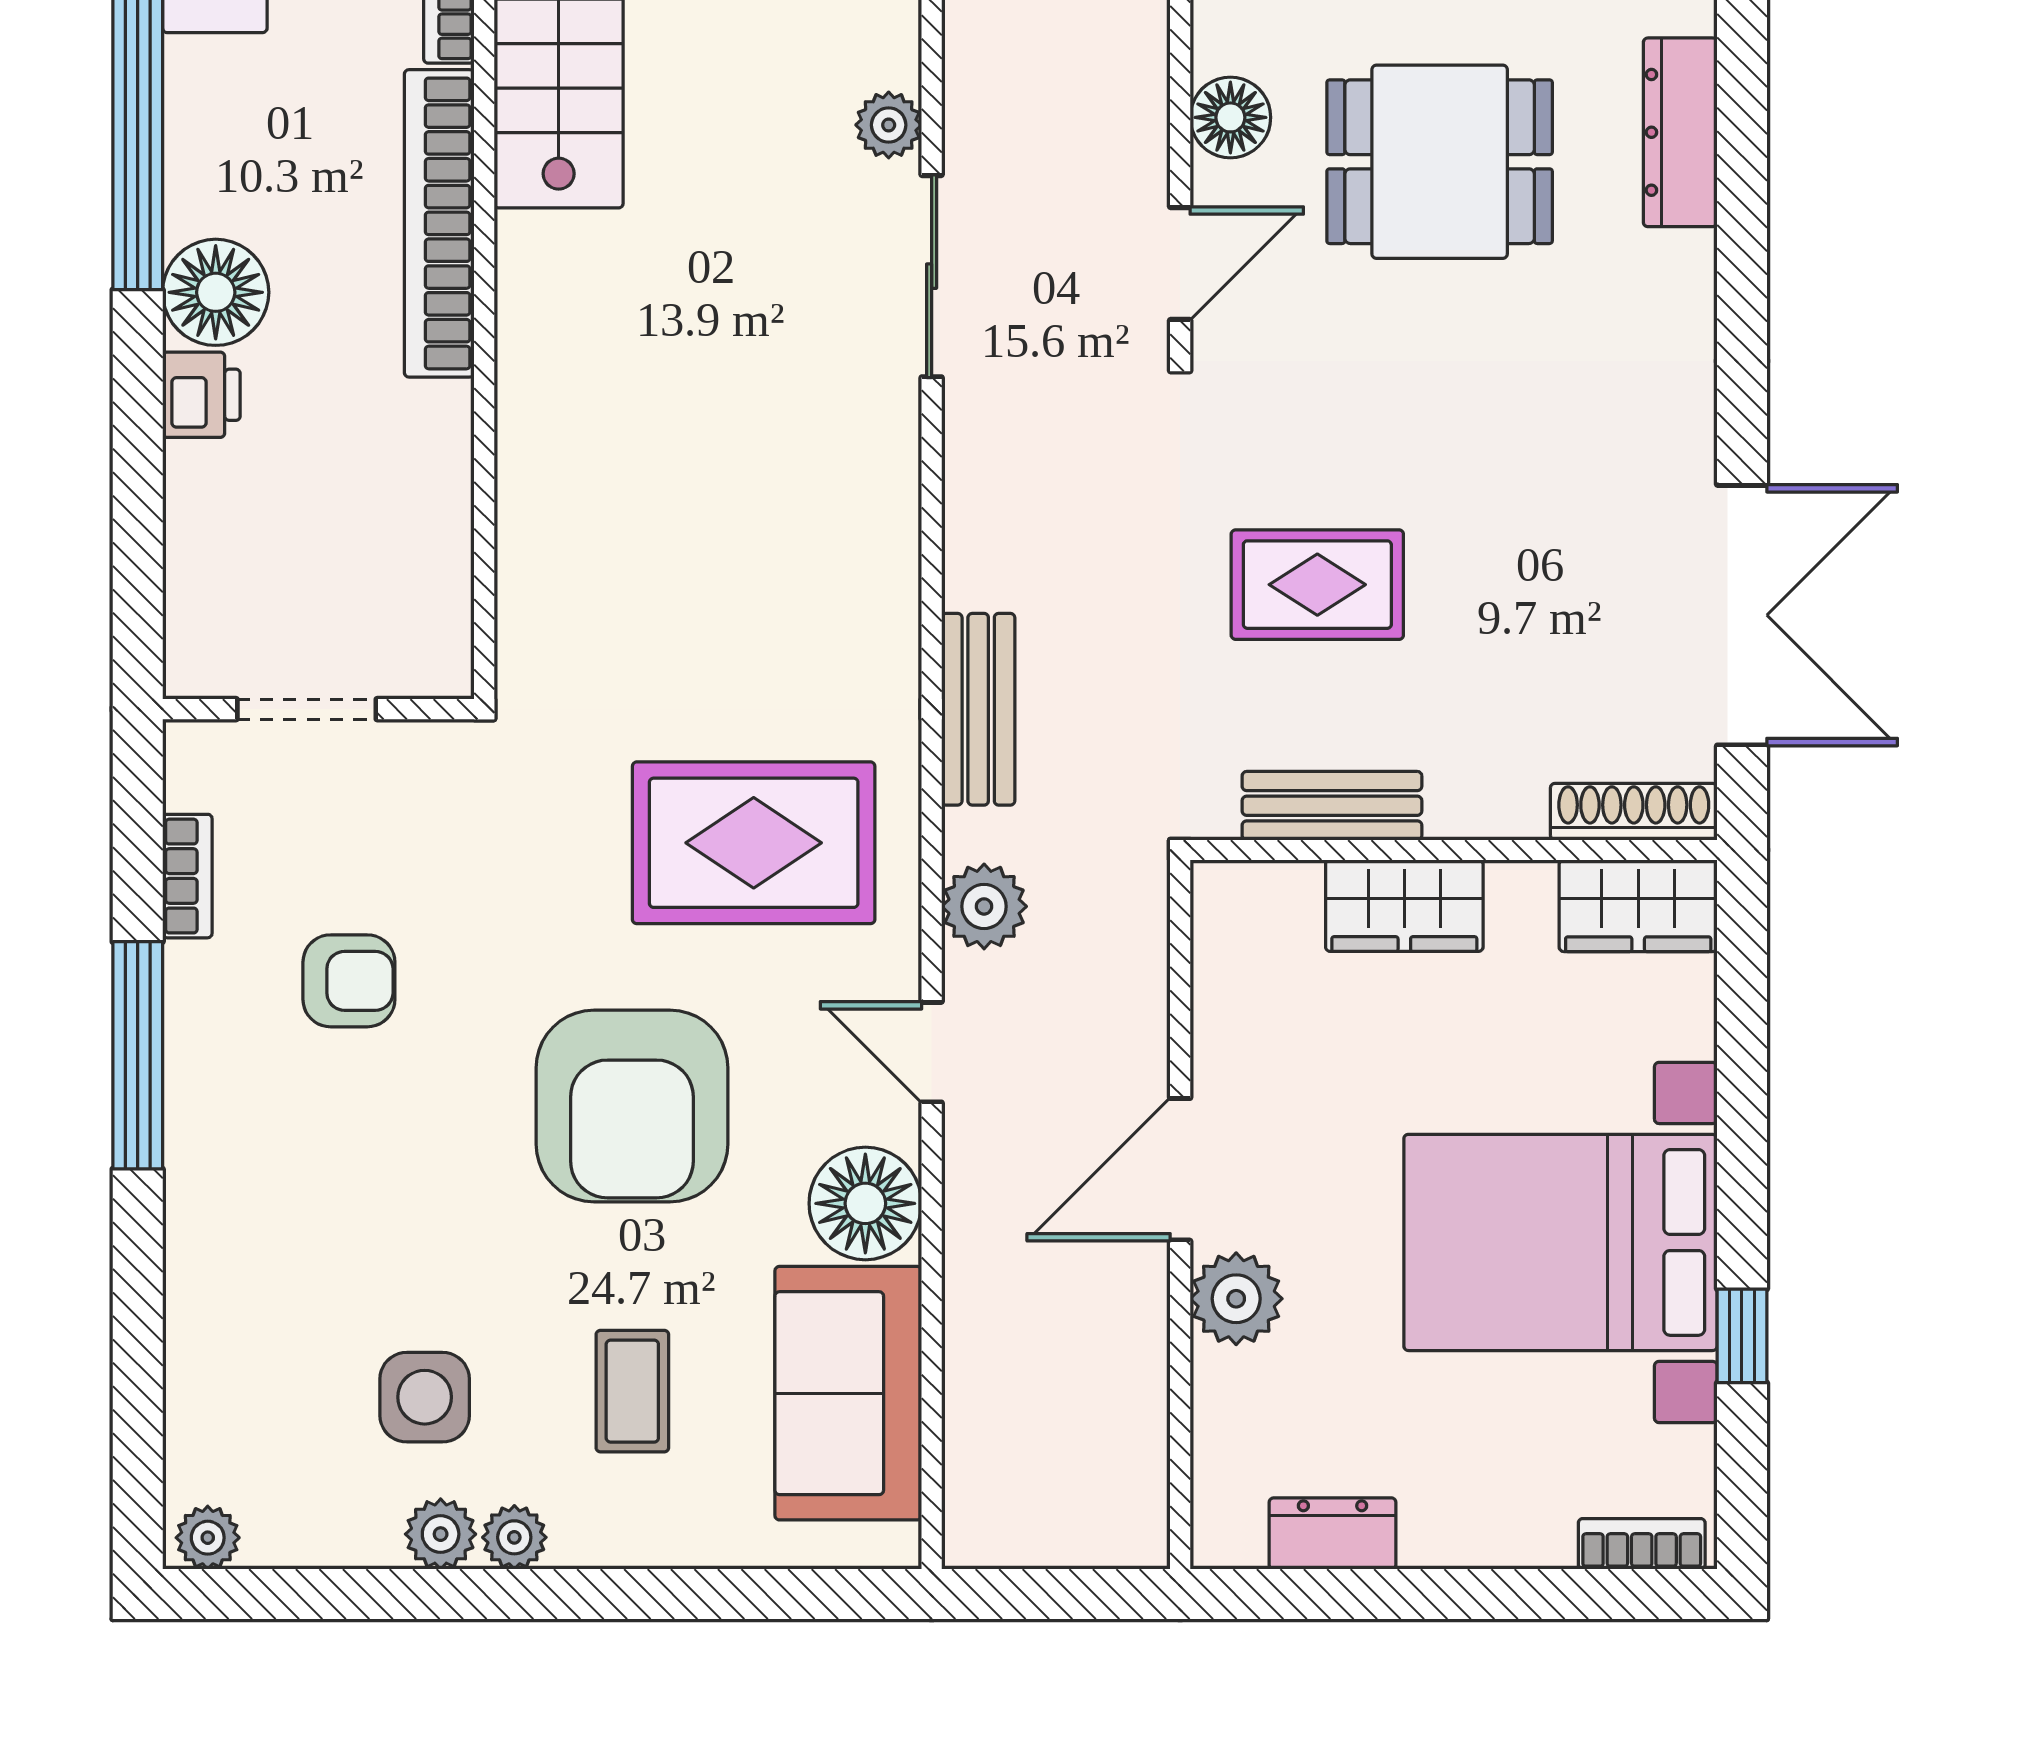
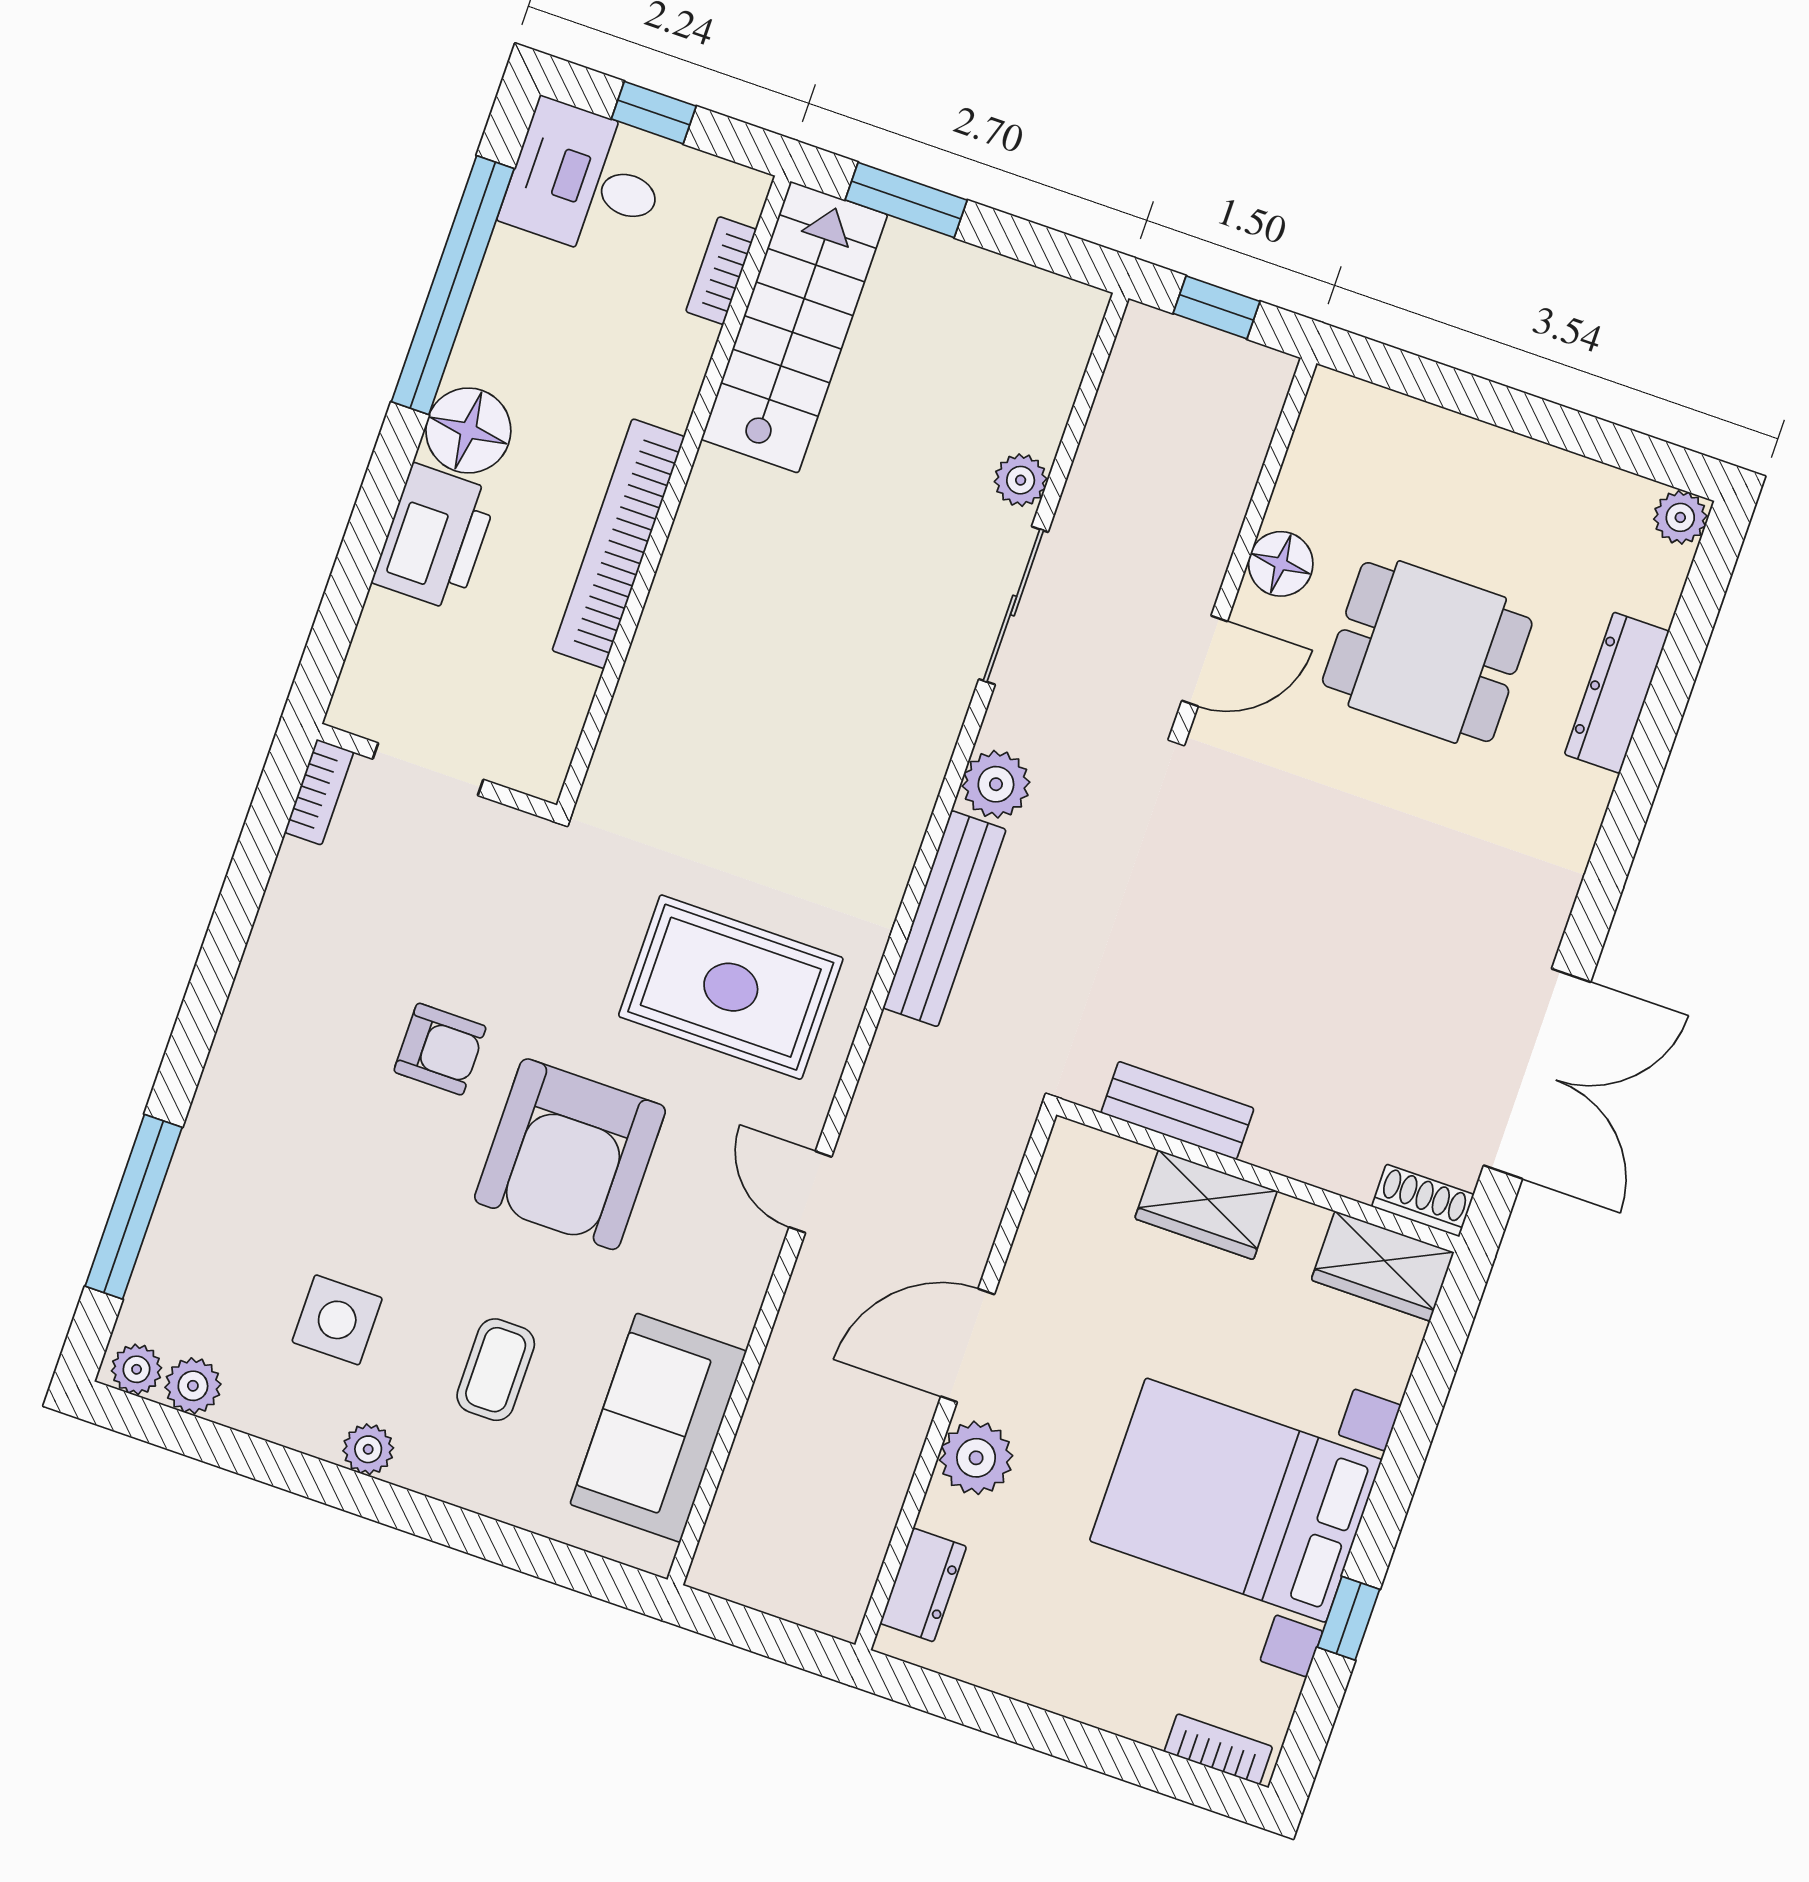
bookcase: (439, 223) -> (618, 544), moved
printer: (201, 395) -> (435, 537), width x1.87, depth x1.48
rug: (1317, 585) -> (1224, 940), removed
bench: (978, 709) -> (944, 919), width x1.36
shoe rack: (1634, 812) -> (1423, 1200), width x0.70
bookcase: (187, 876) -> (319, 792), moved
plant: (984, 906) -> (996, 784), moved
armchair: (349, 981) -> (440, 1049), moved
window: (138, 1055) -> (134, 1207), moved
floor lamp: (865, 1203) -> (721, 1289), removed
plant: (441, 1534) -> (193, 1386), moved
dresser: (1333, 1534) -> (923, 1585), moved, turned 90

